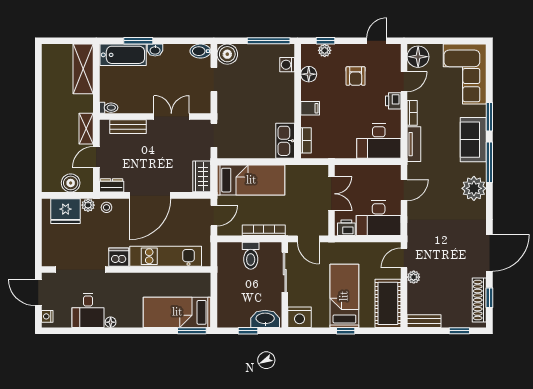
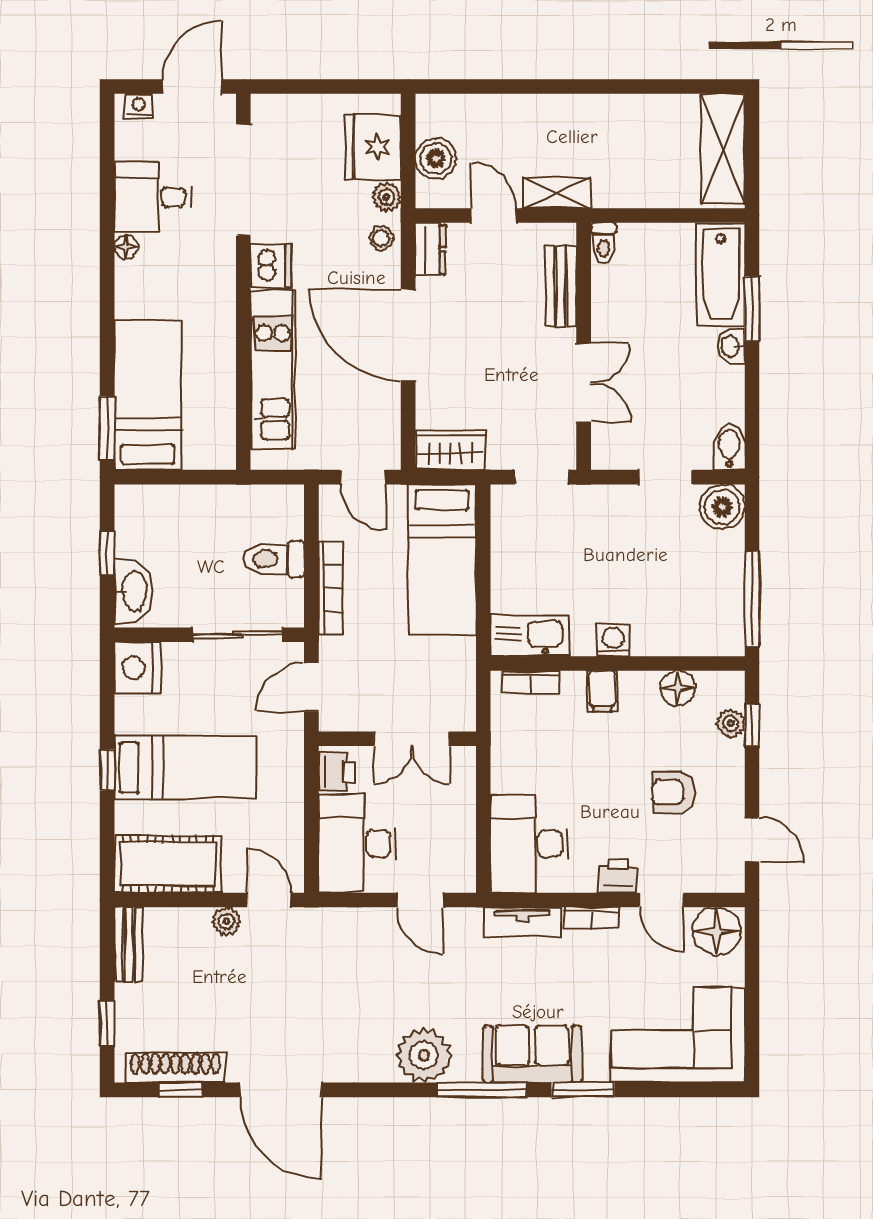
washing machine: (287, 65) -> (613, 640), moved
shelving: (83, 69) -> (723, 149), moved, turned 90

